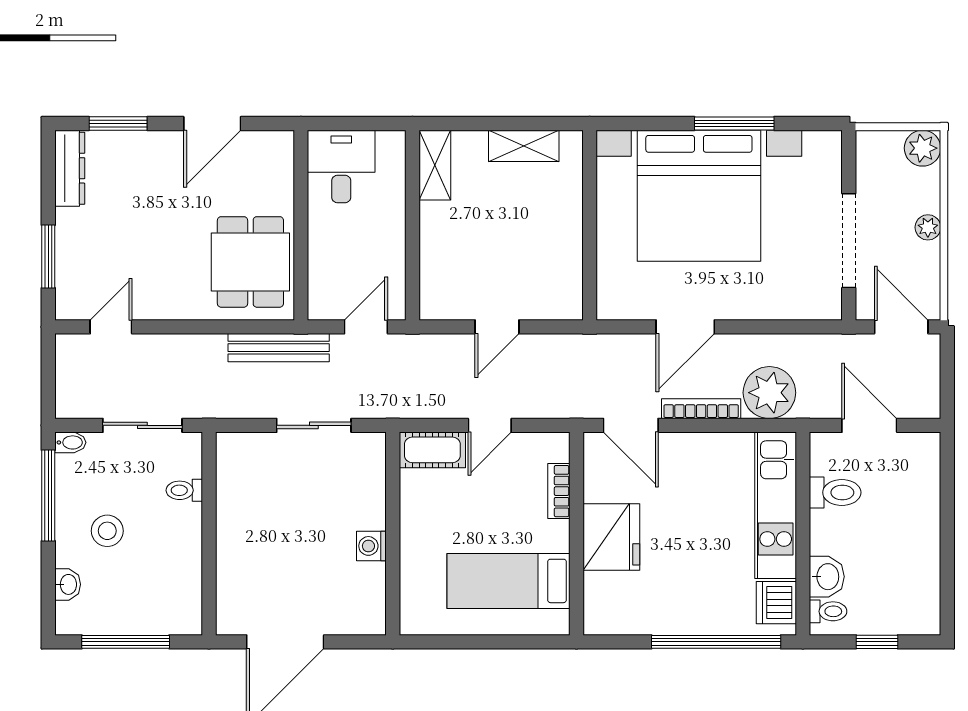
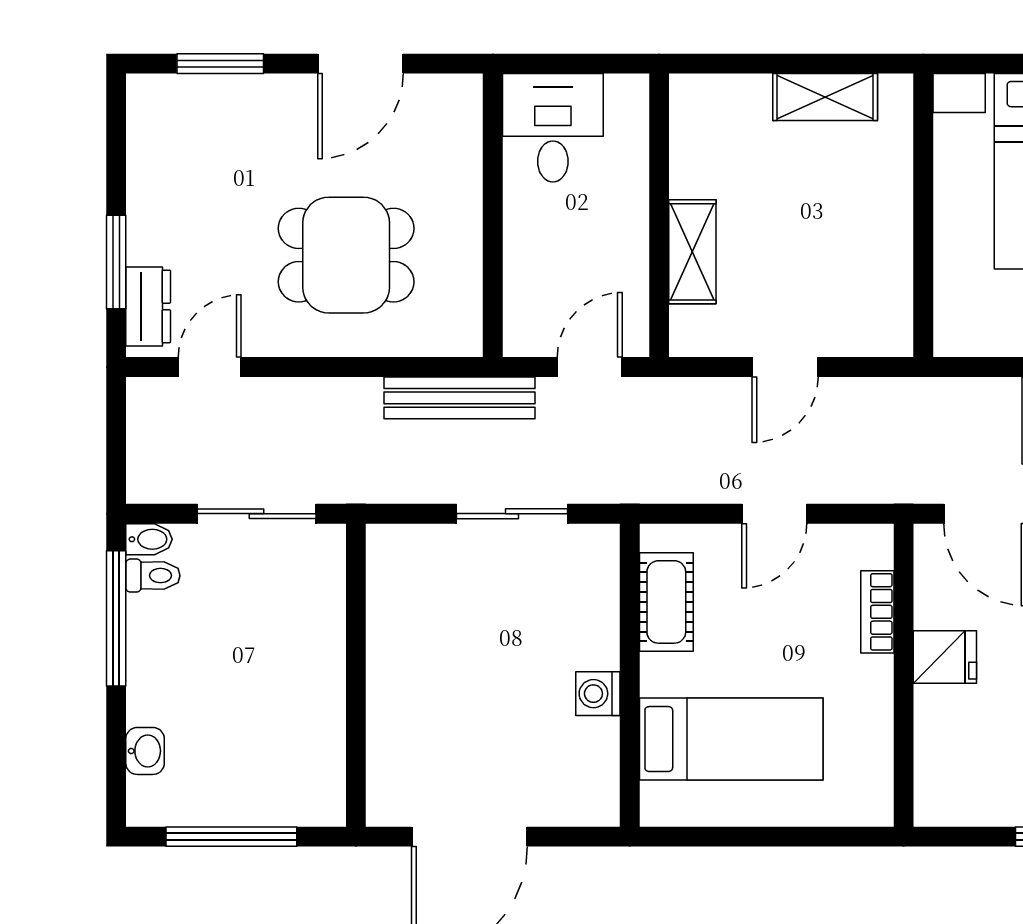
shelving: (435, 165) -> (692, 252), moved
dresser: (70, 168) -> (148, 306), moved, width x0.70
dining table: (250, 262) -> (346, 255), moved, turned 90
cot: (432, 450) -> (666, 602), moved, turned 90
toilet: (184, 490) -> (153, 576), moved, turned 180
stool: (107, 531) -> (204, 671), removed
fridge: (611, 537) -> (945, 657), width x0.53, depth x0.75
bed: (508, 581) -> (731, 739), moved, turned 180

